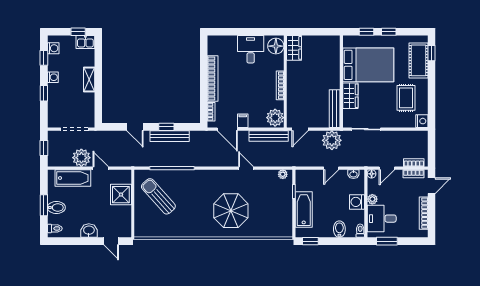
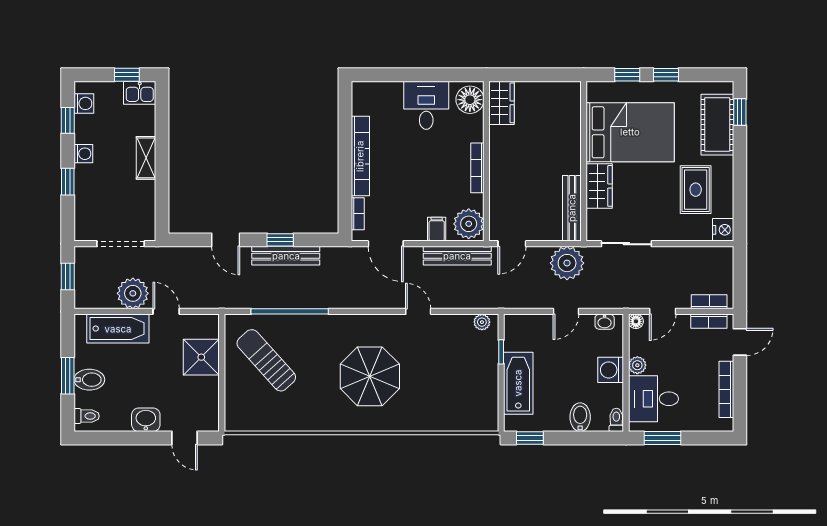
filing cabinet: (243, 121) -> (437, 229), moved
parasol: (231, 211) -> (370, 376), moved

